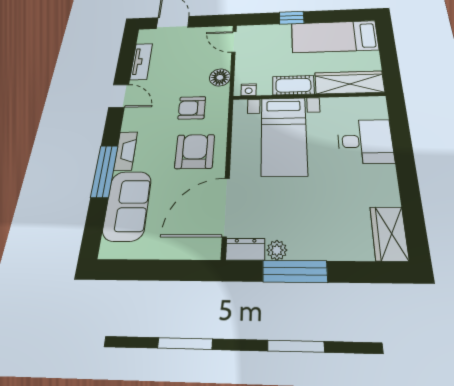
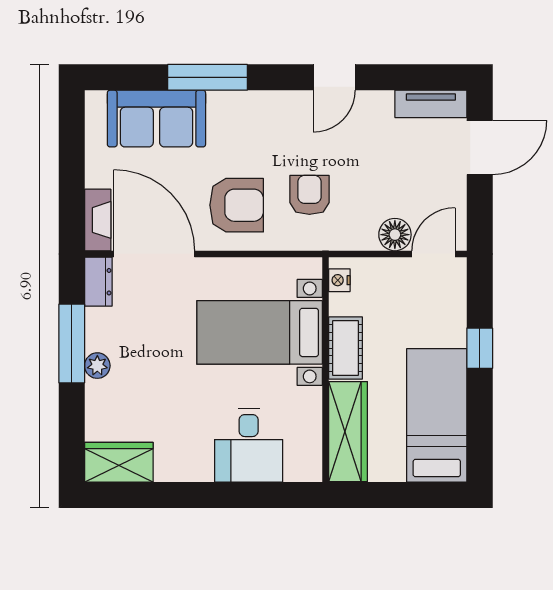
tv unit: (141, 61) -> (431, 104), moved
floor lamp: (220, 77) -> (395, 235), moved
fireplace: (126, 151) -> (98, 220), moved, turned -90
plant: (277, 250) -> (97, 366), moved

